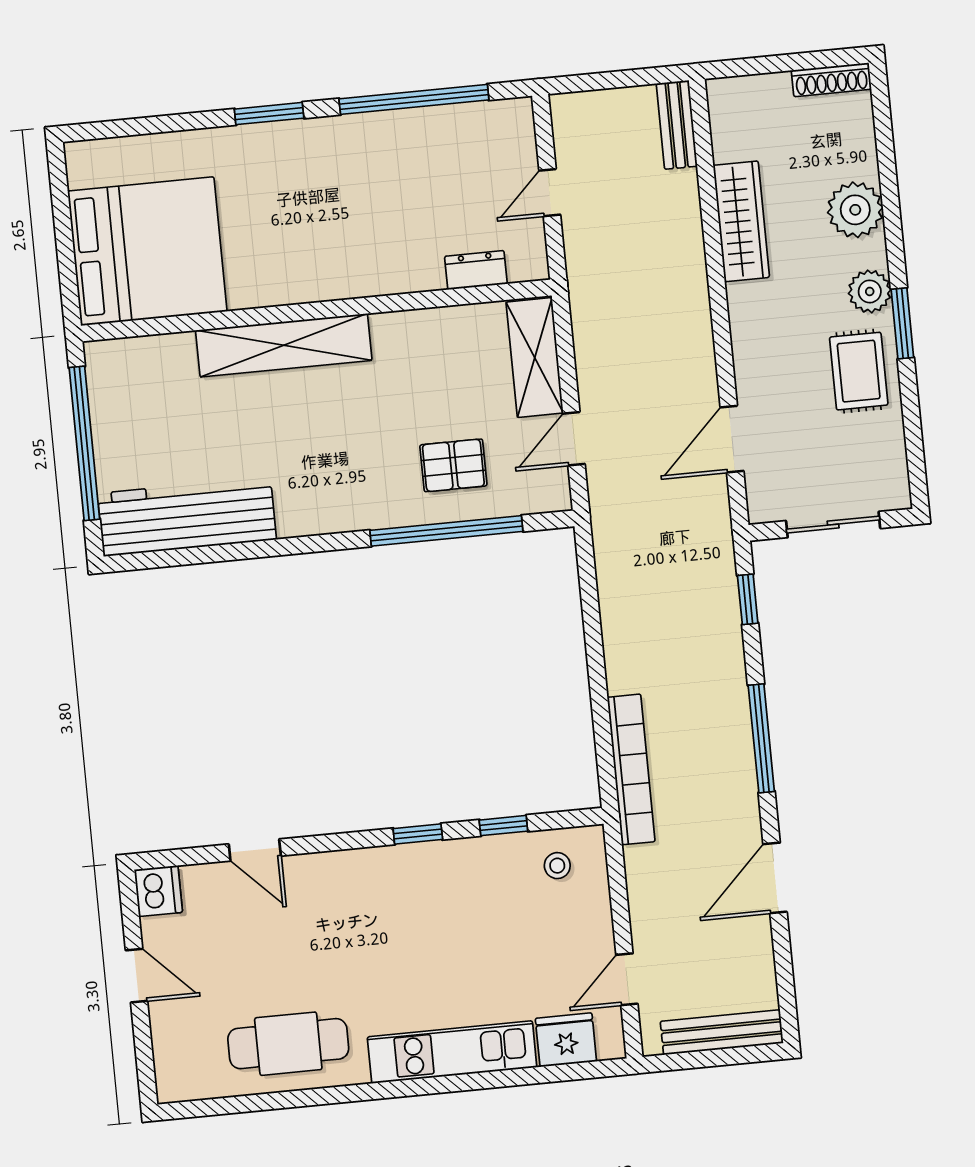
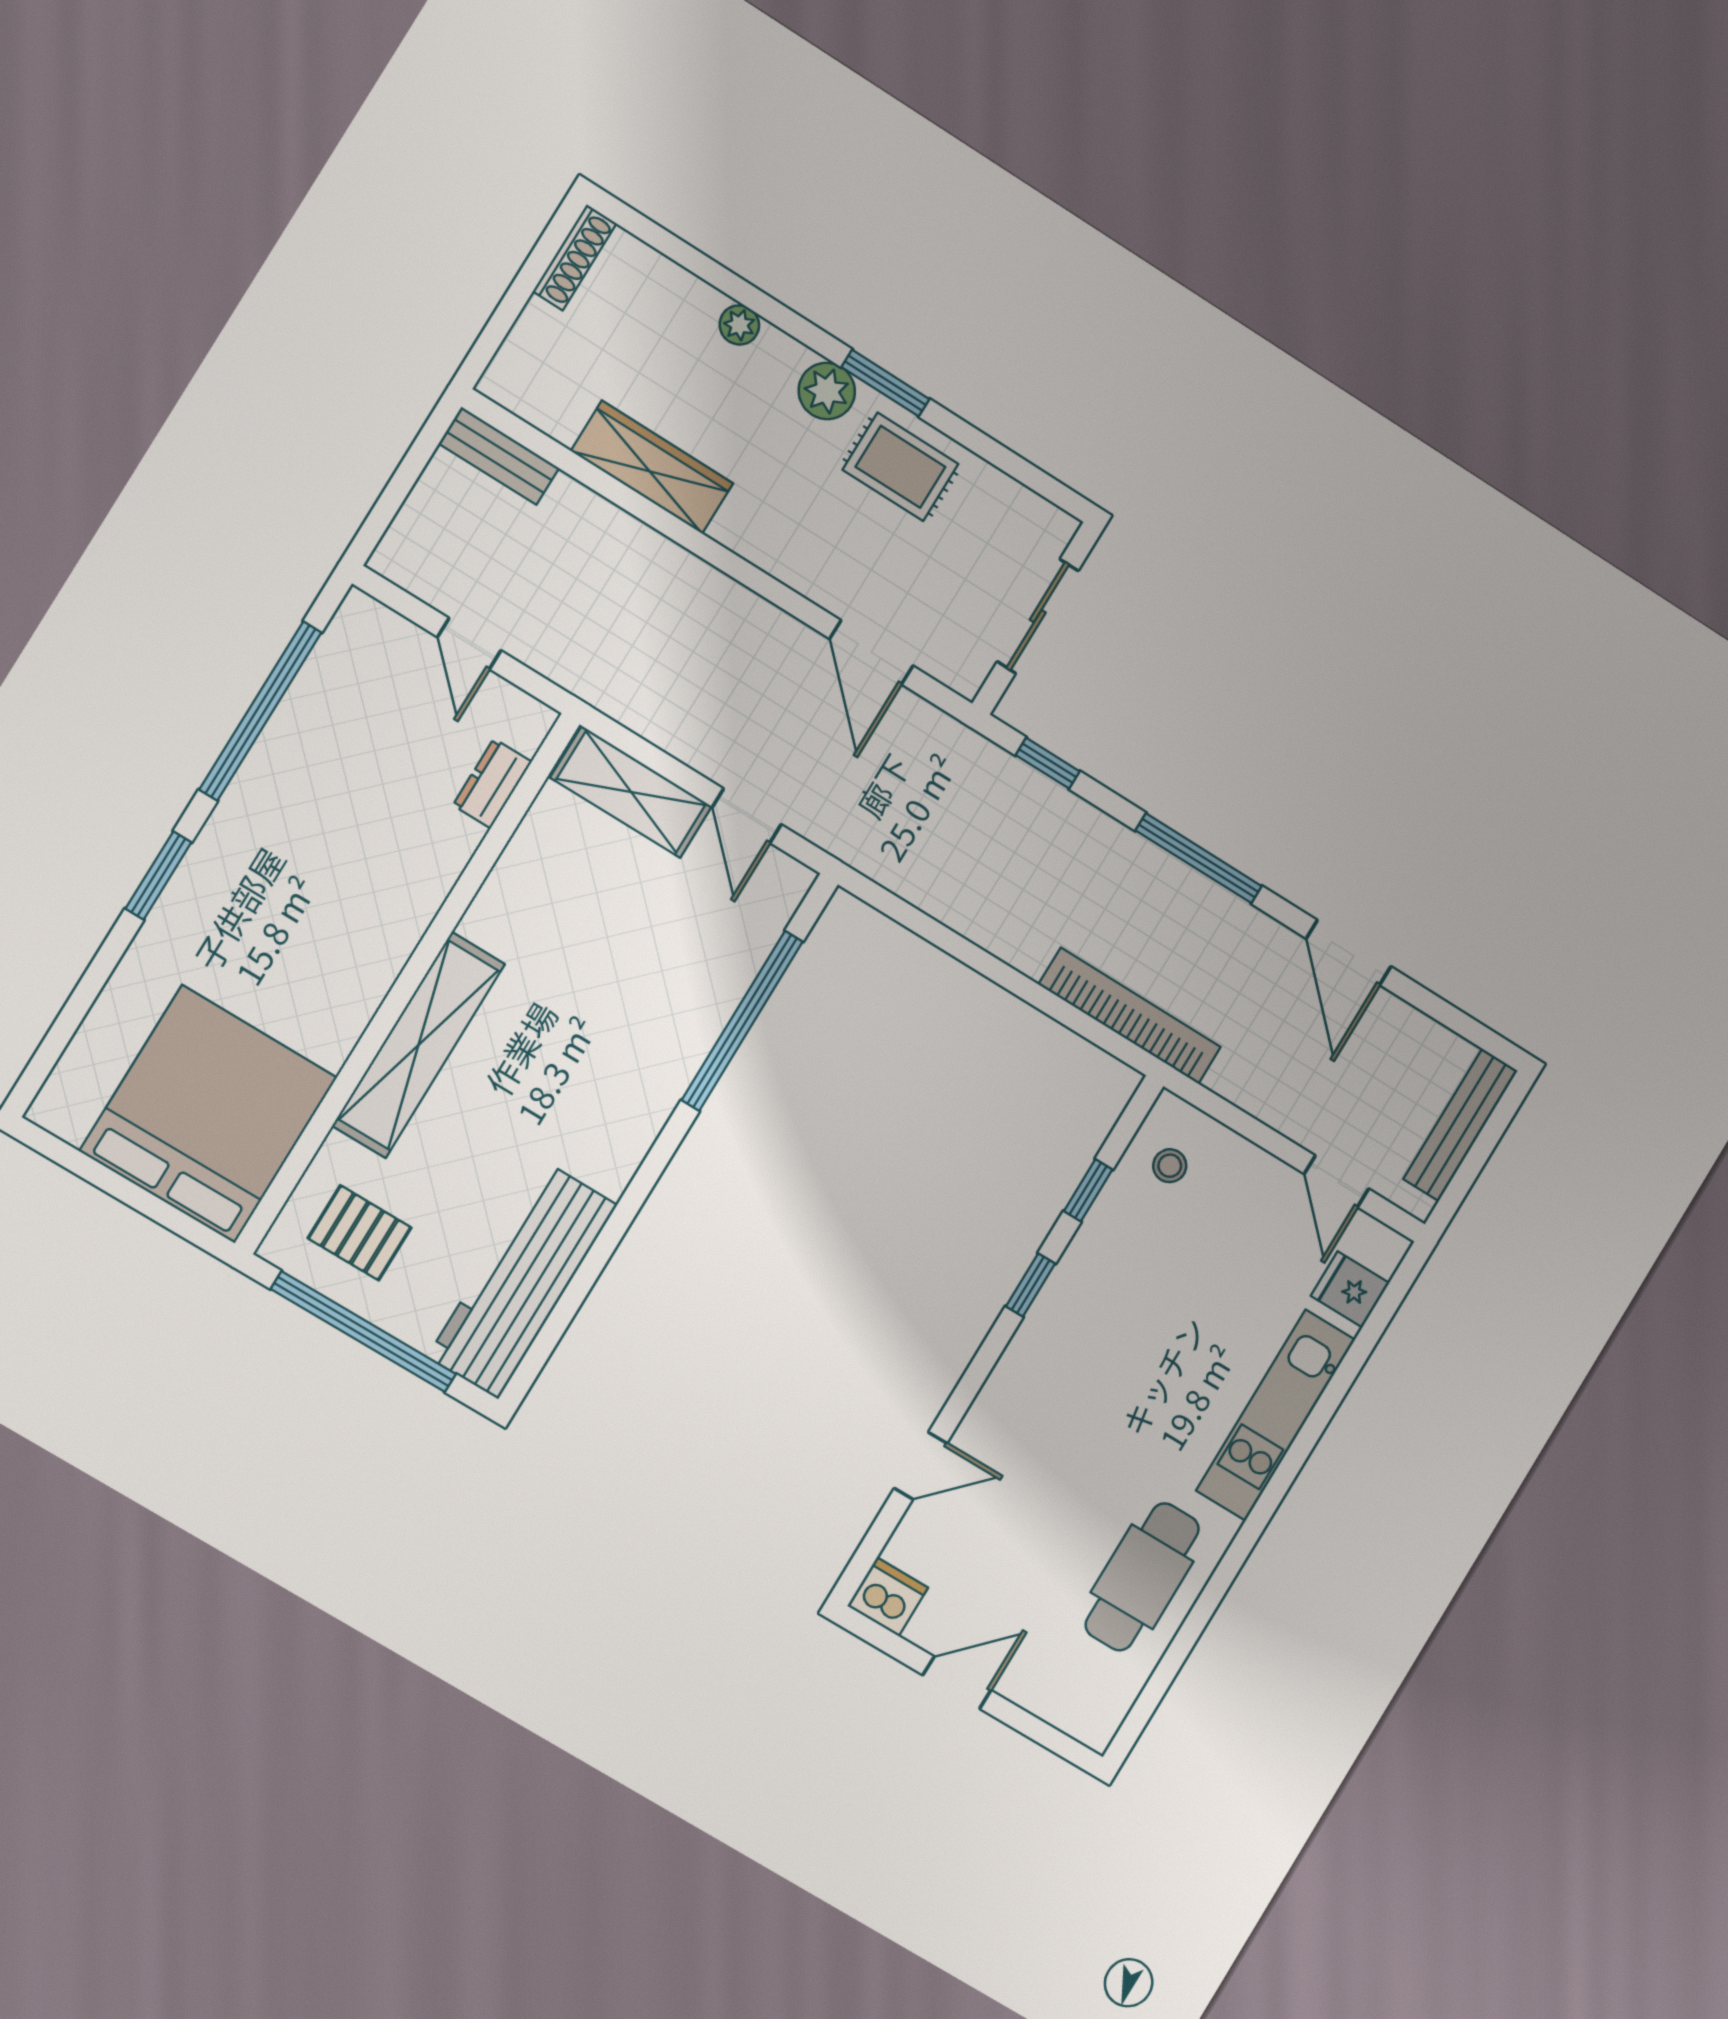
plant: (855, 210) -> (739, 325), width x0.53, depth x0.53
pallet: (453, 465) -> (360, 1233), moved, turned 90
fridge: (566, 1040) -> (1350, 1289), width x0.72

